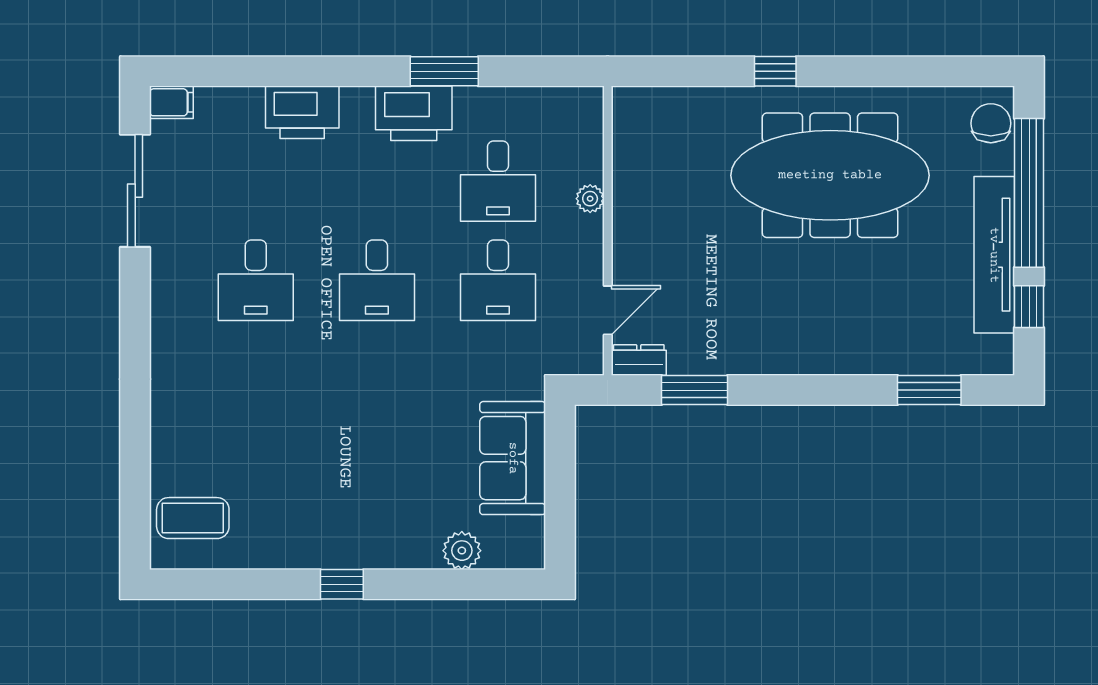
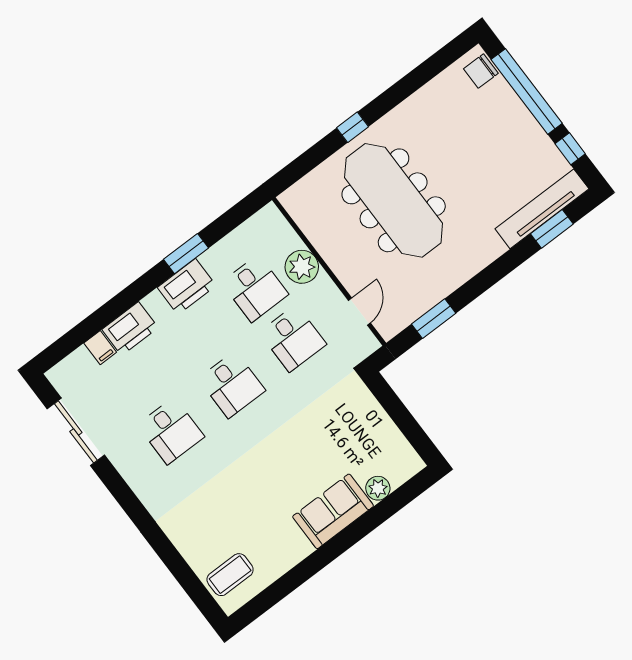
filing cabinet: (171, 102) -> (100, 348), moved, turned 90
chair: (991, 123) -> (481, 71), turned -90
meeting table: (830, 175) -> (394, 200), moved, turned 90
plant: (590, 199) -> (302, 267), width x1.87, depth x1.87
tv unit: (994, 255) -> (542, 209), moved, turned 90
dresser: (639, 360) -> (394, 325), removed
sofa: (513, 458) -> (333, 511), moved, turned 90
window: (342, 584) -> (330, 551), removed

